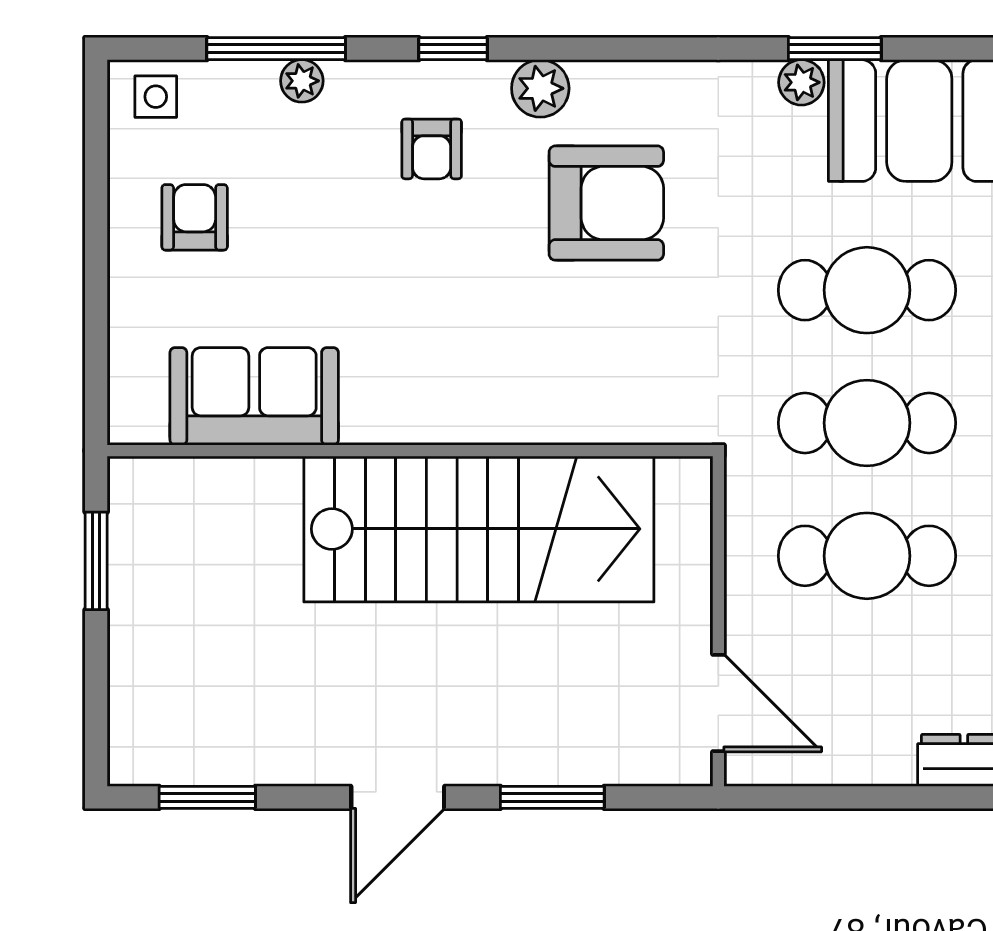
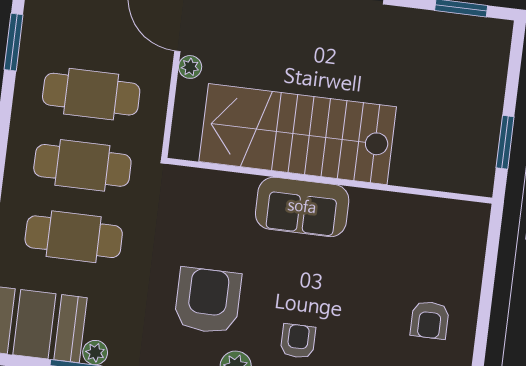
armchair: (606, 203) -> (208, 301), turned 90
sofa: (254, 396) -> (302, 207), moved
plant: (692, 628) -> (190, 67), added

